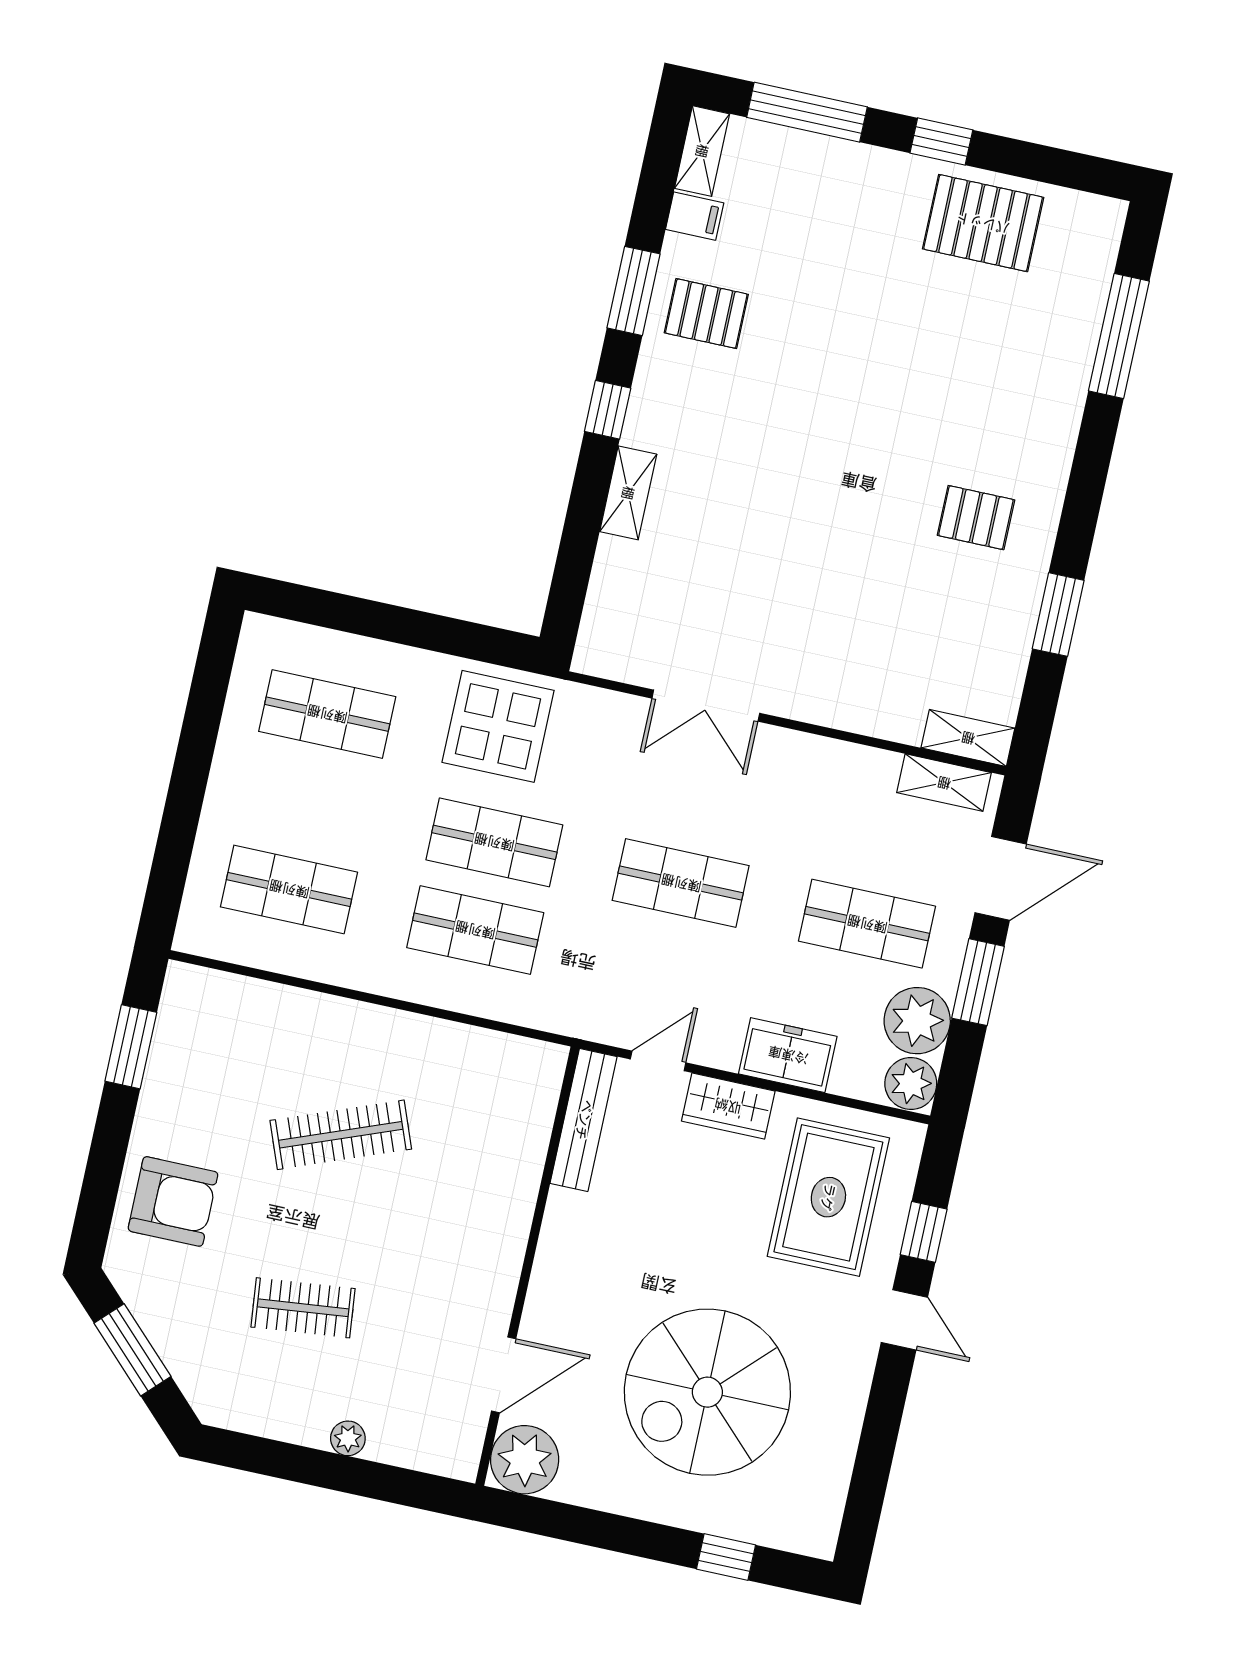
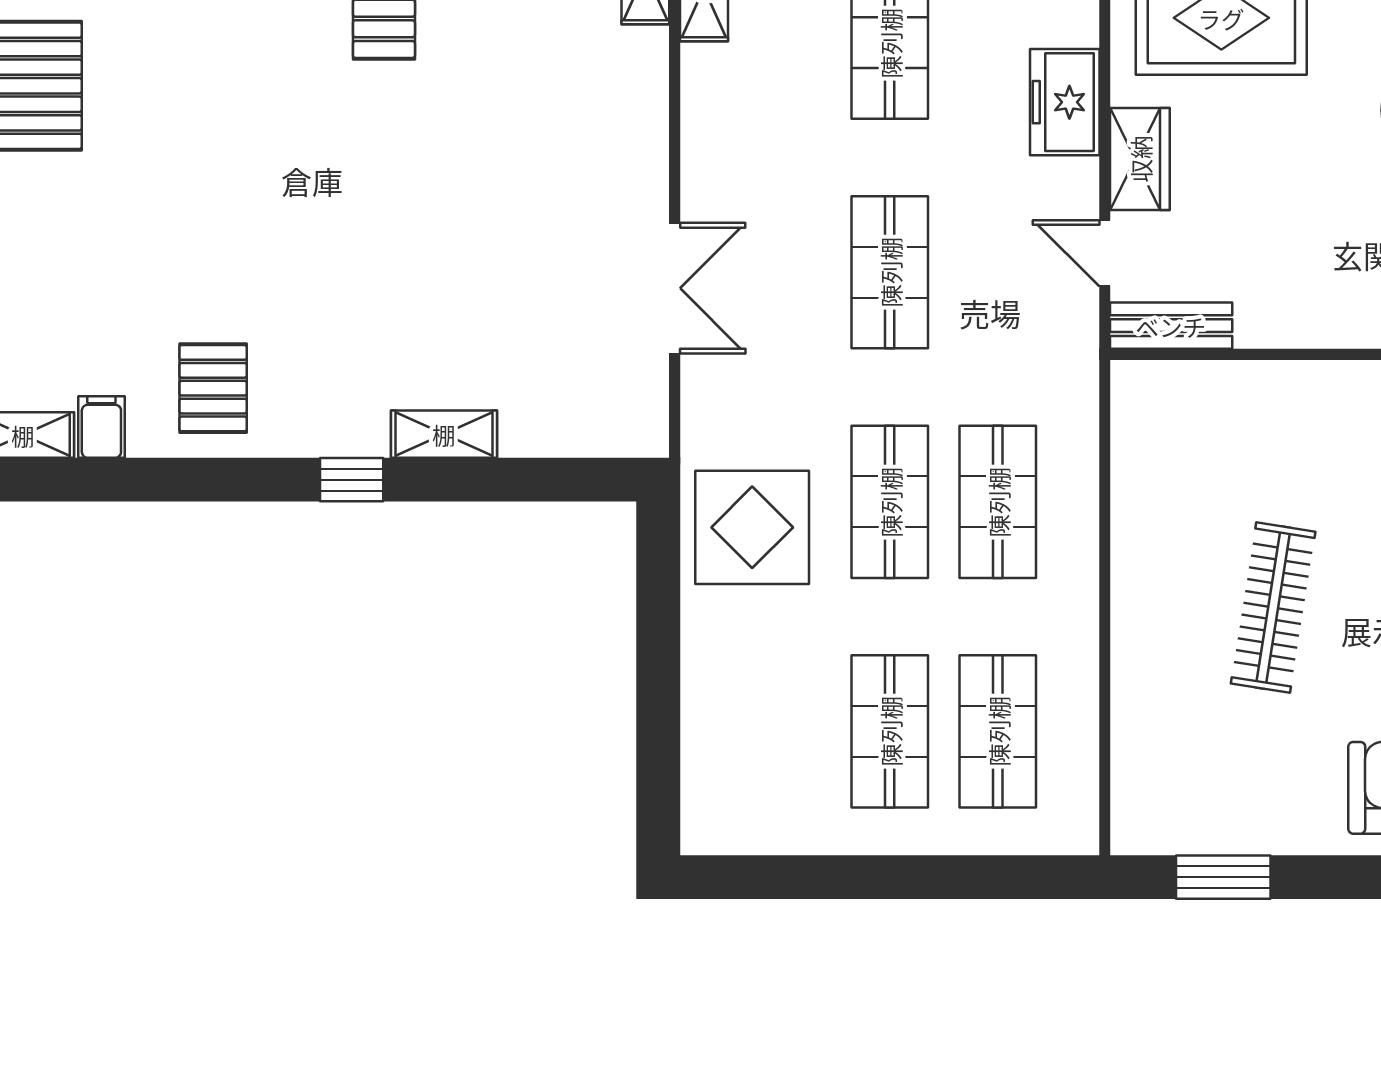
window: (633, 291) -> (205, 480), removed
shop shelf: (327, 714) -> (890, 731), moved
bench: (584, 1120) -> (1171, 326), width x0.73
clothes rail: (341, 1135) -> (1273, 608), turned 30

